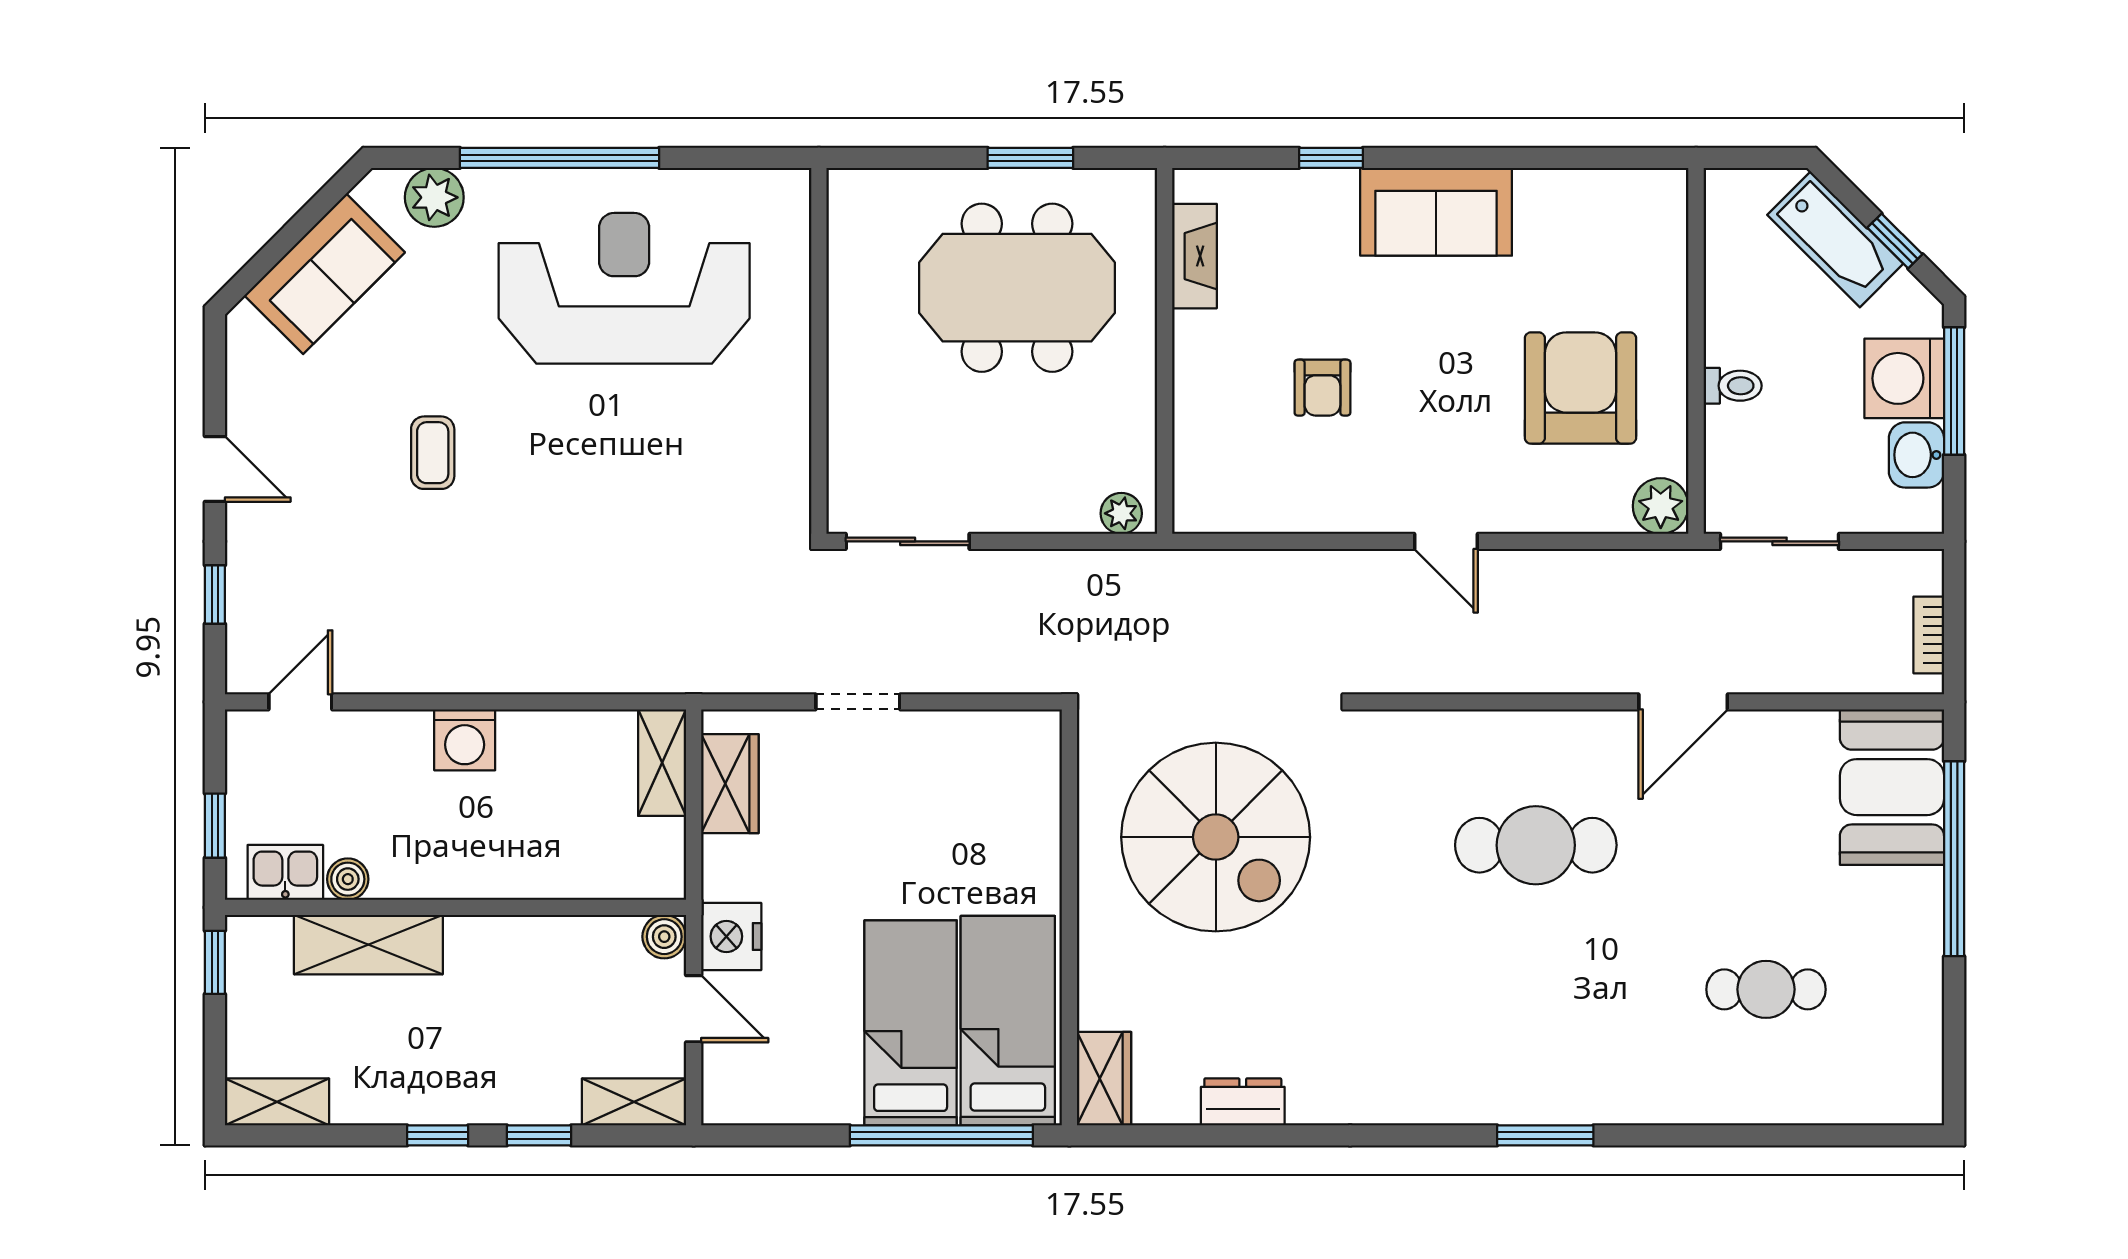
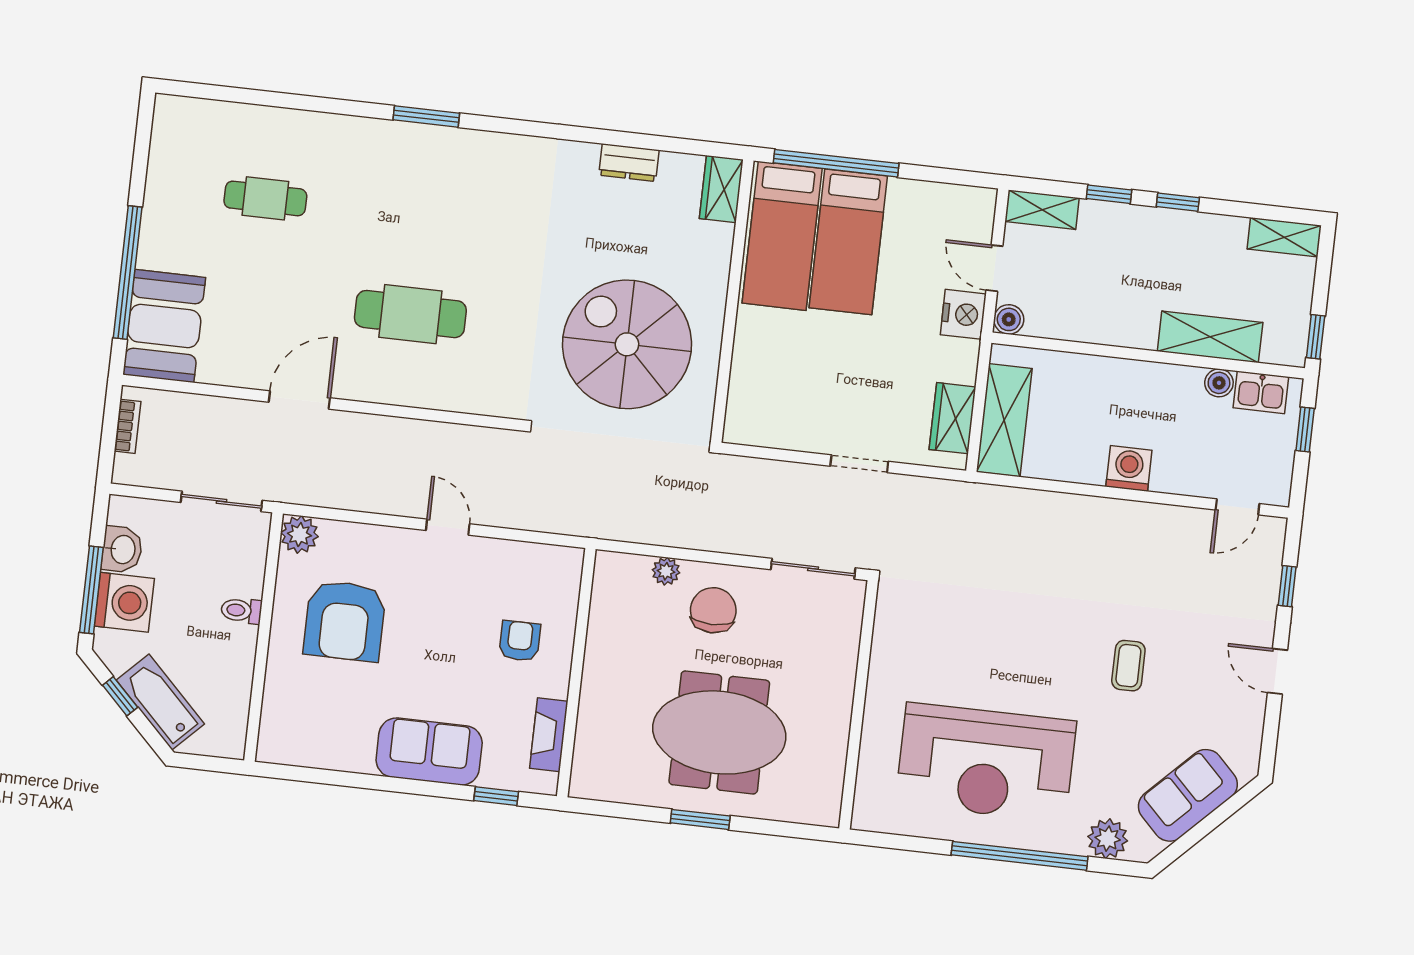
fireplace: (1195, 256) -> (549, 735), moved
wall: (1165, 351) -> (576, 673), moved
chair: (1046, 464) -> (713, 610), added
shelving: (662, 763) -> (1004, 420), width x1.50, depth x1.33

